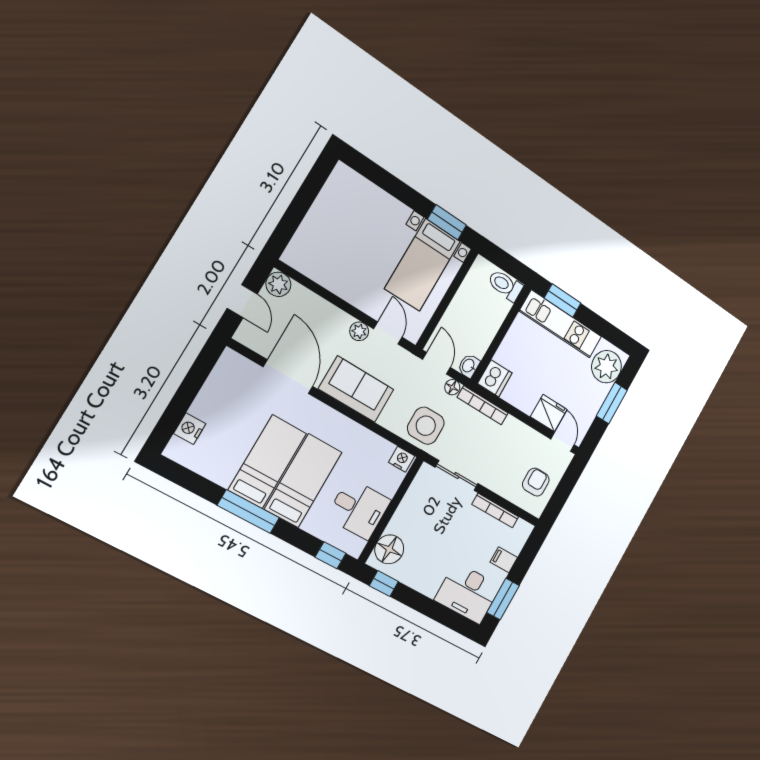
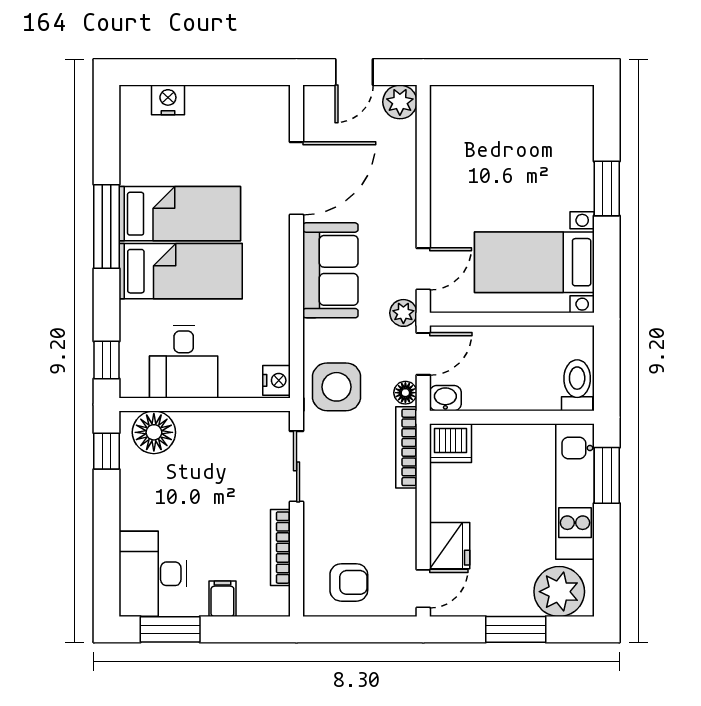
window: (447, 222) -> (607, 188), moved
plant: (359, 331) -> (403, 313), moved

